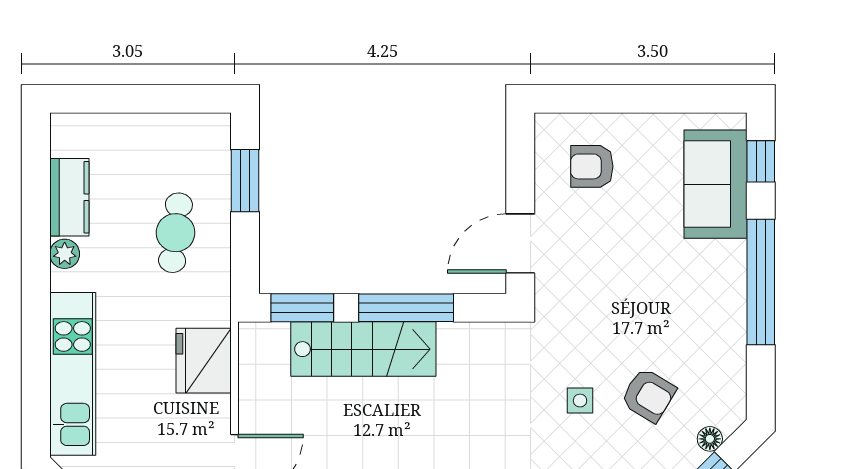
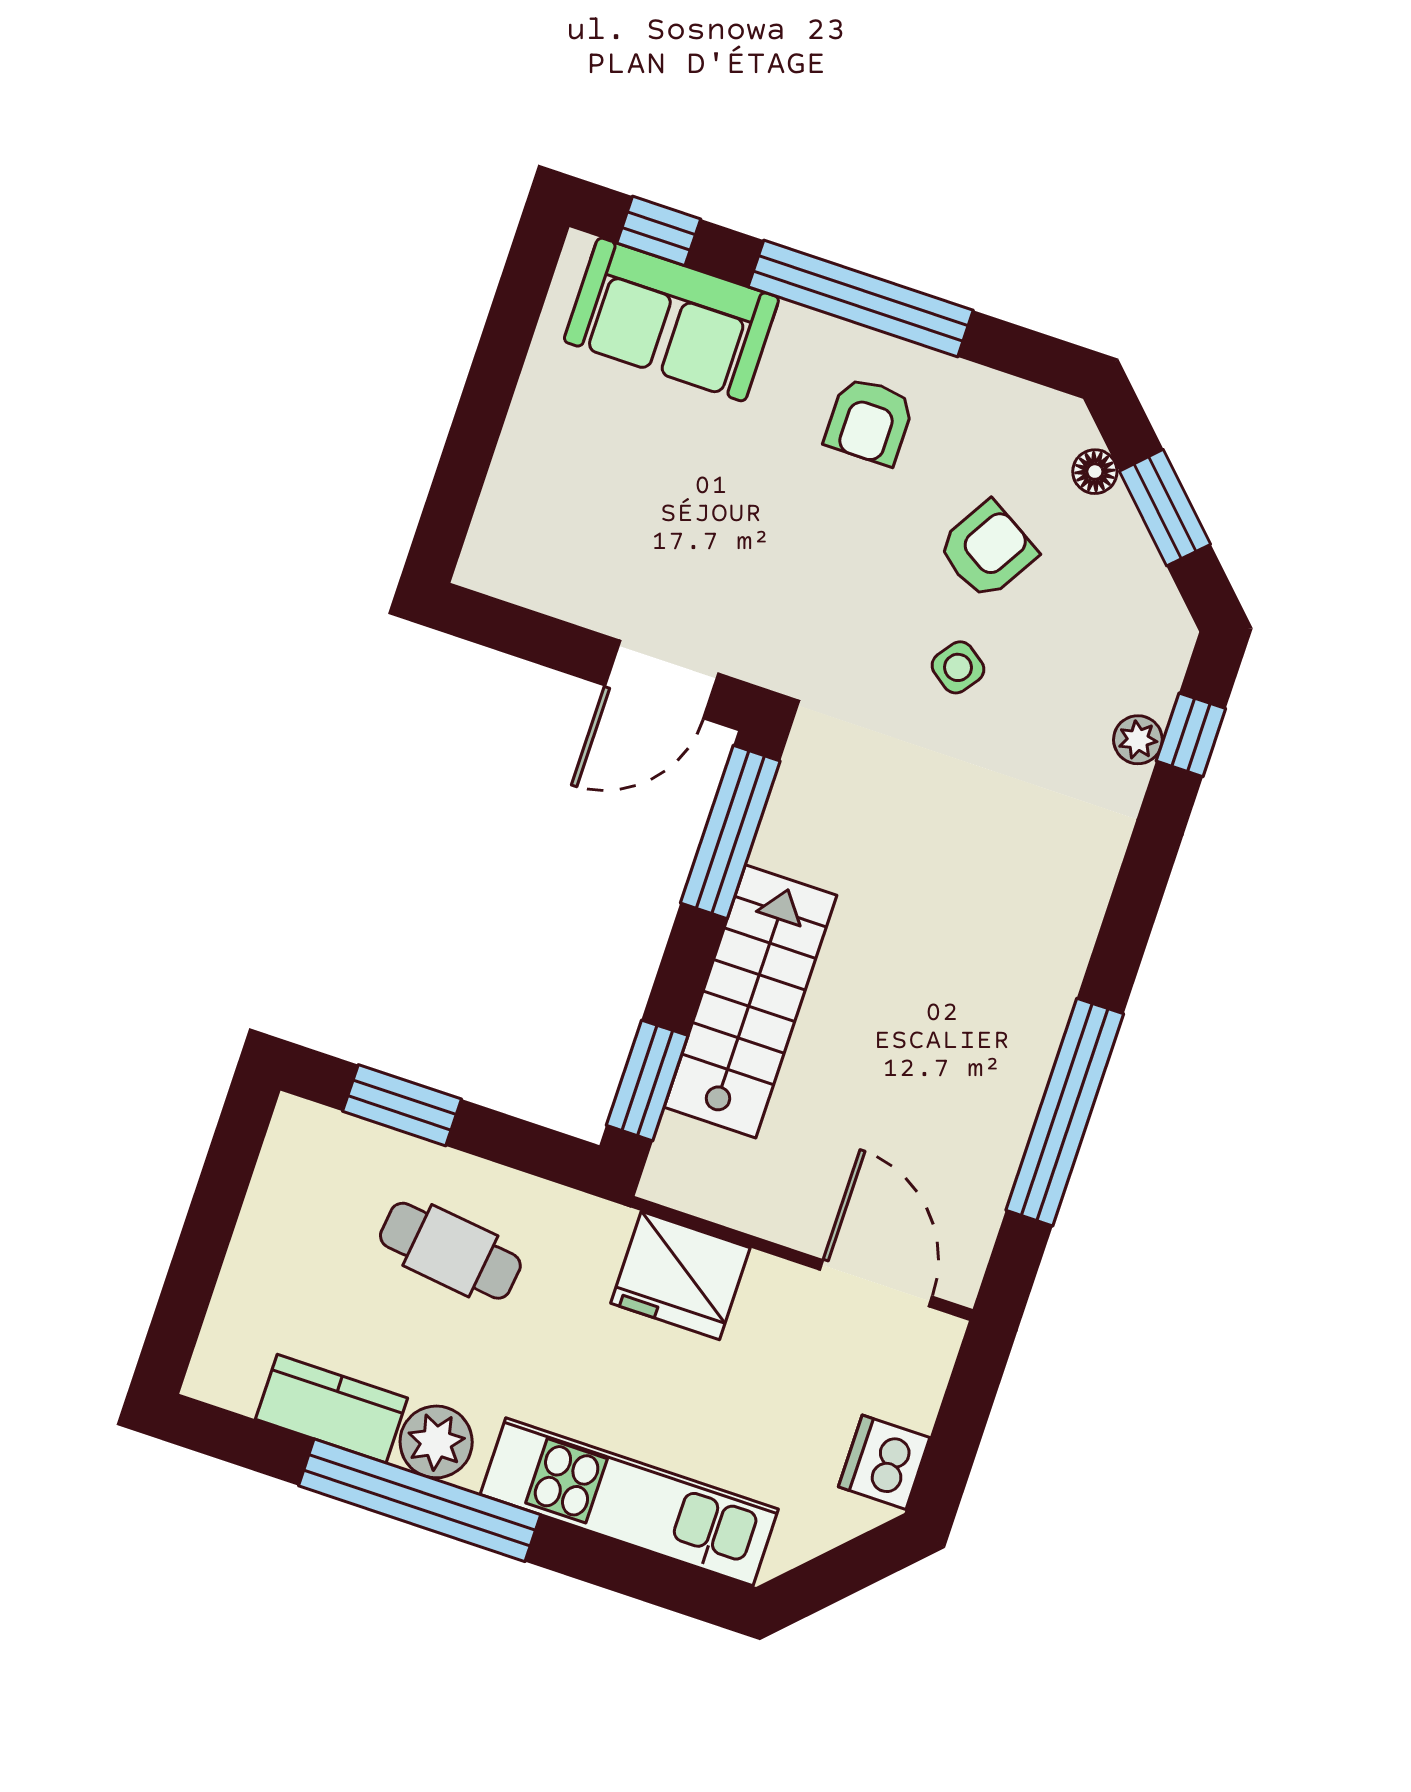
armchair: (592, 166) -> (869, 421), moved
door: (520, 244) -> (662, 680), hinge flipped
plant: (65, 254) -> (436, 1442), width x1.38, depth x1.38
window: (36, 261) -> (420, 1500), added
window: (406, 308) -> (730, 832), moved
side table: (580, 401) -> (958, 667), turned 36

